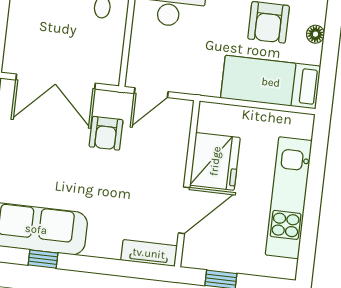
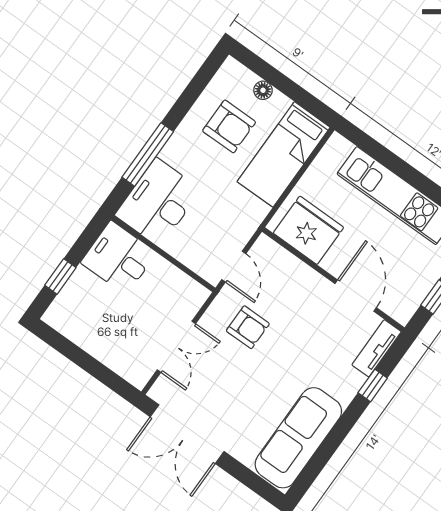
double door: (56, 82) -> (176, 347), width x0.73
fridge: (215, 161) -> (308, 230), moved
window: (43, 259) -> (373, 385), moved

